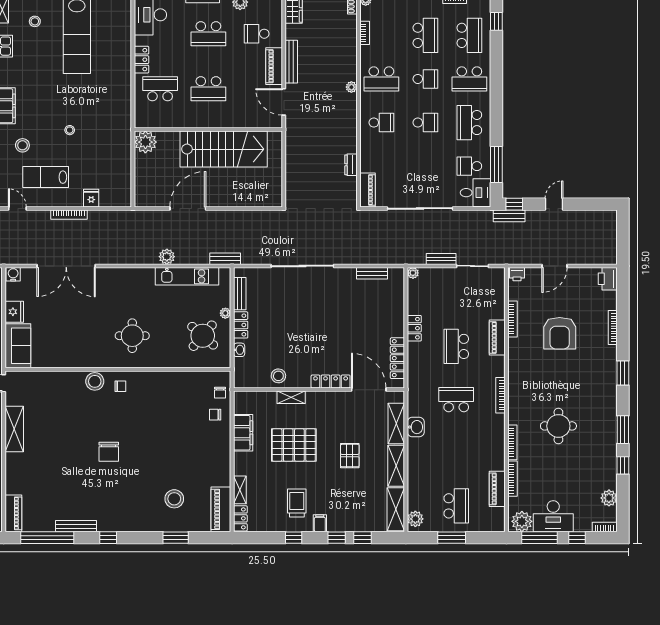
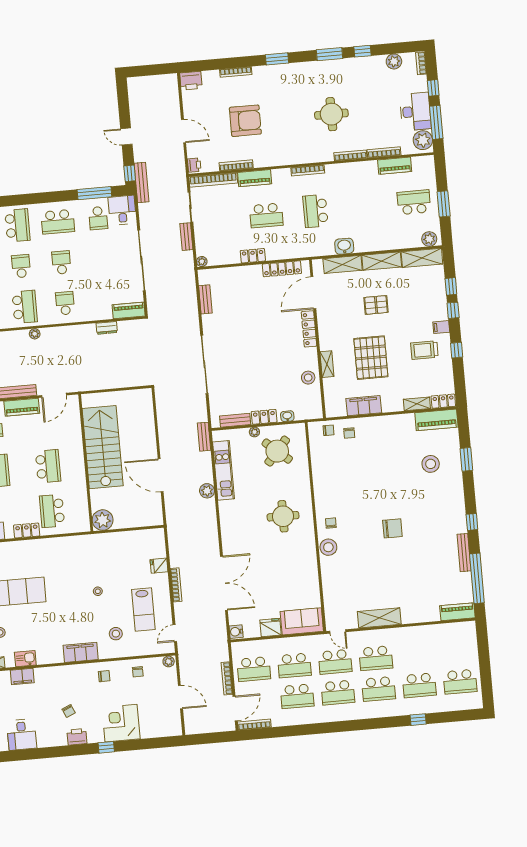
bench: (509, 216) -> (141, 182), width x1.36
bookcase: (499, 293) -> (213, 180), added

